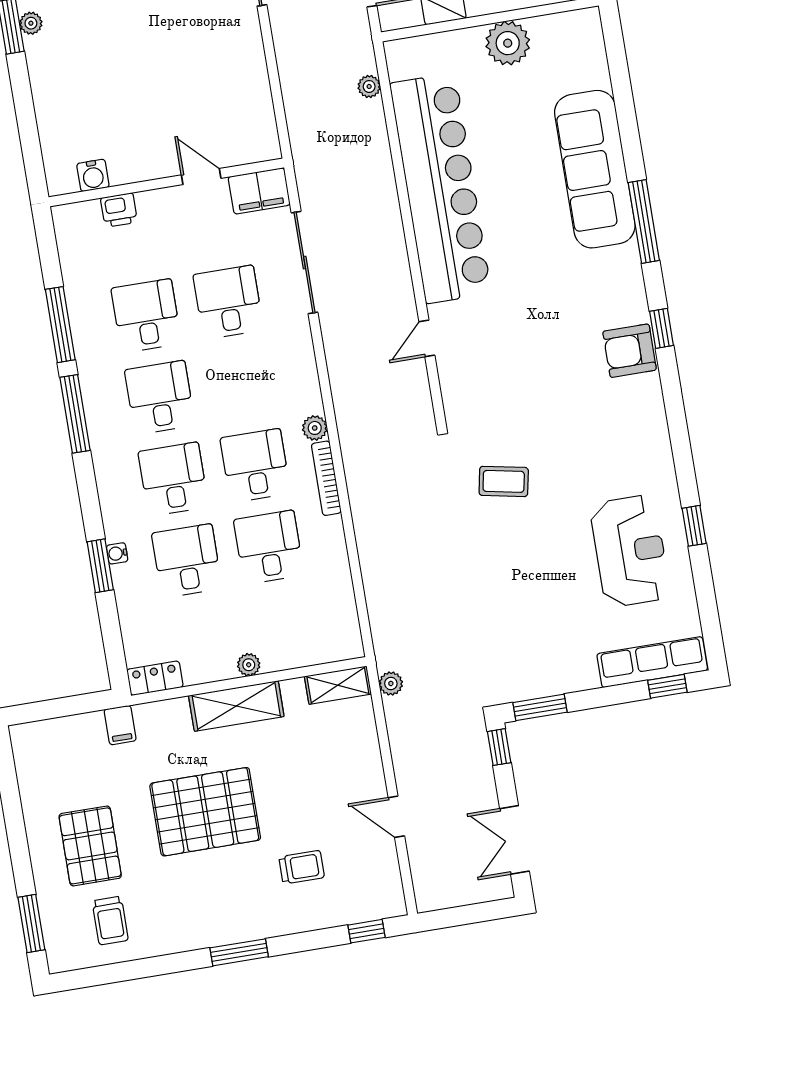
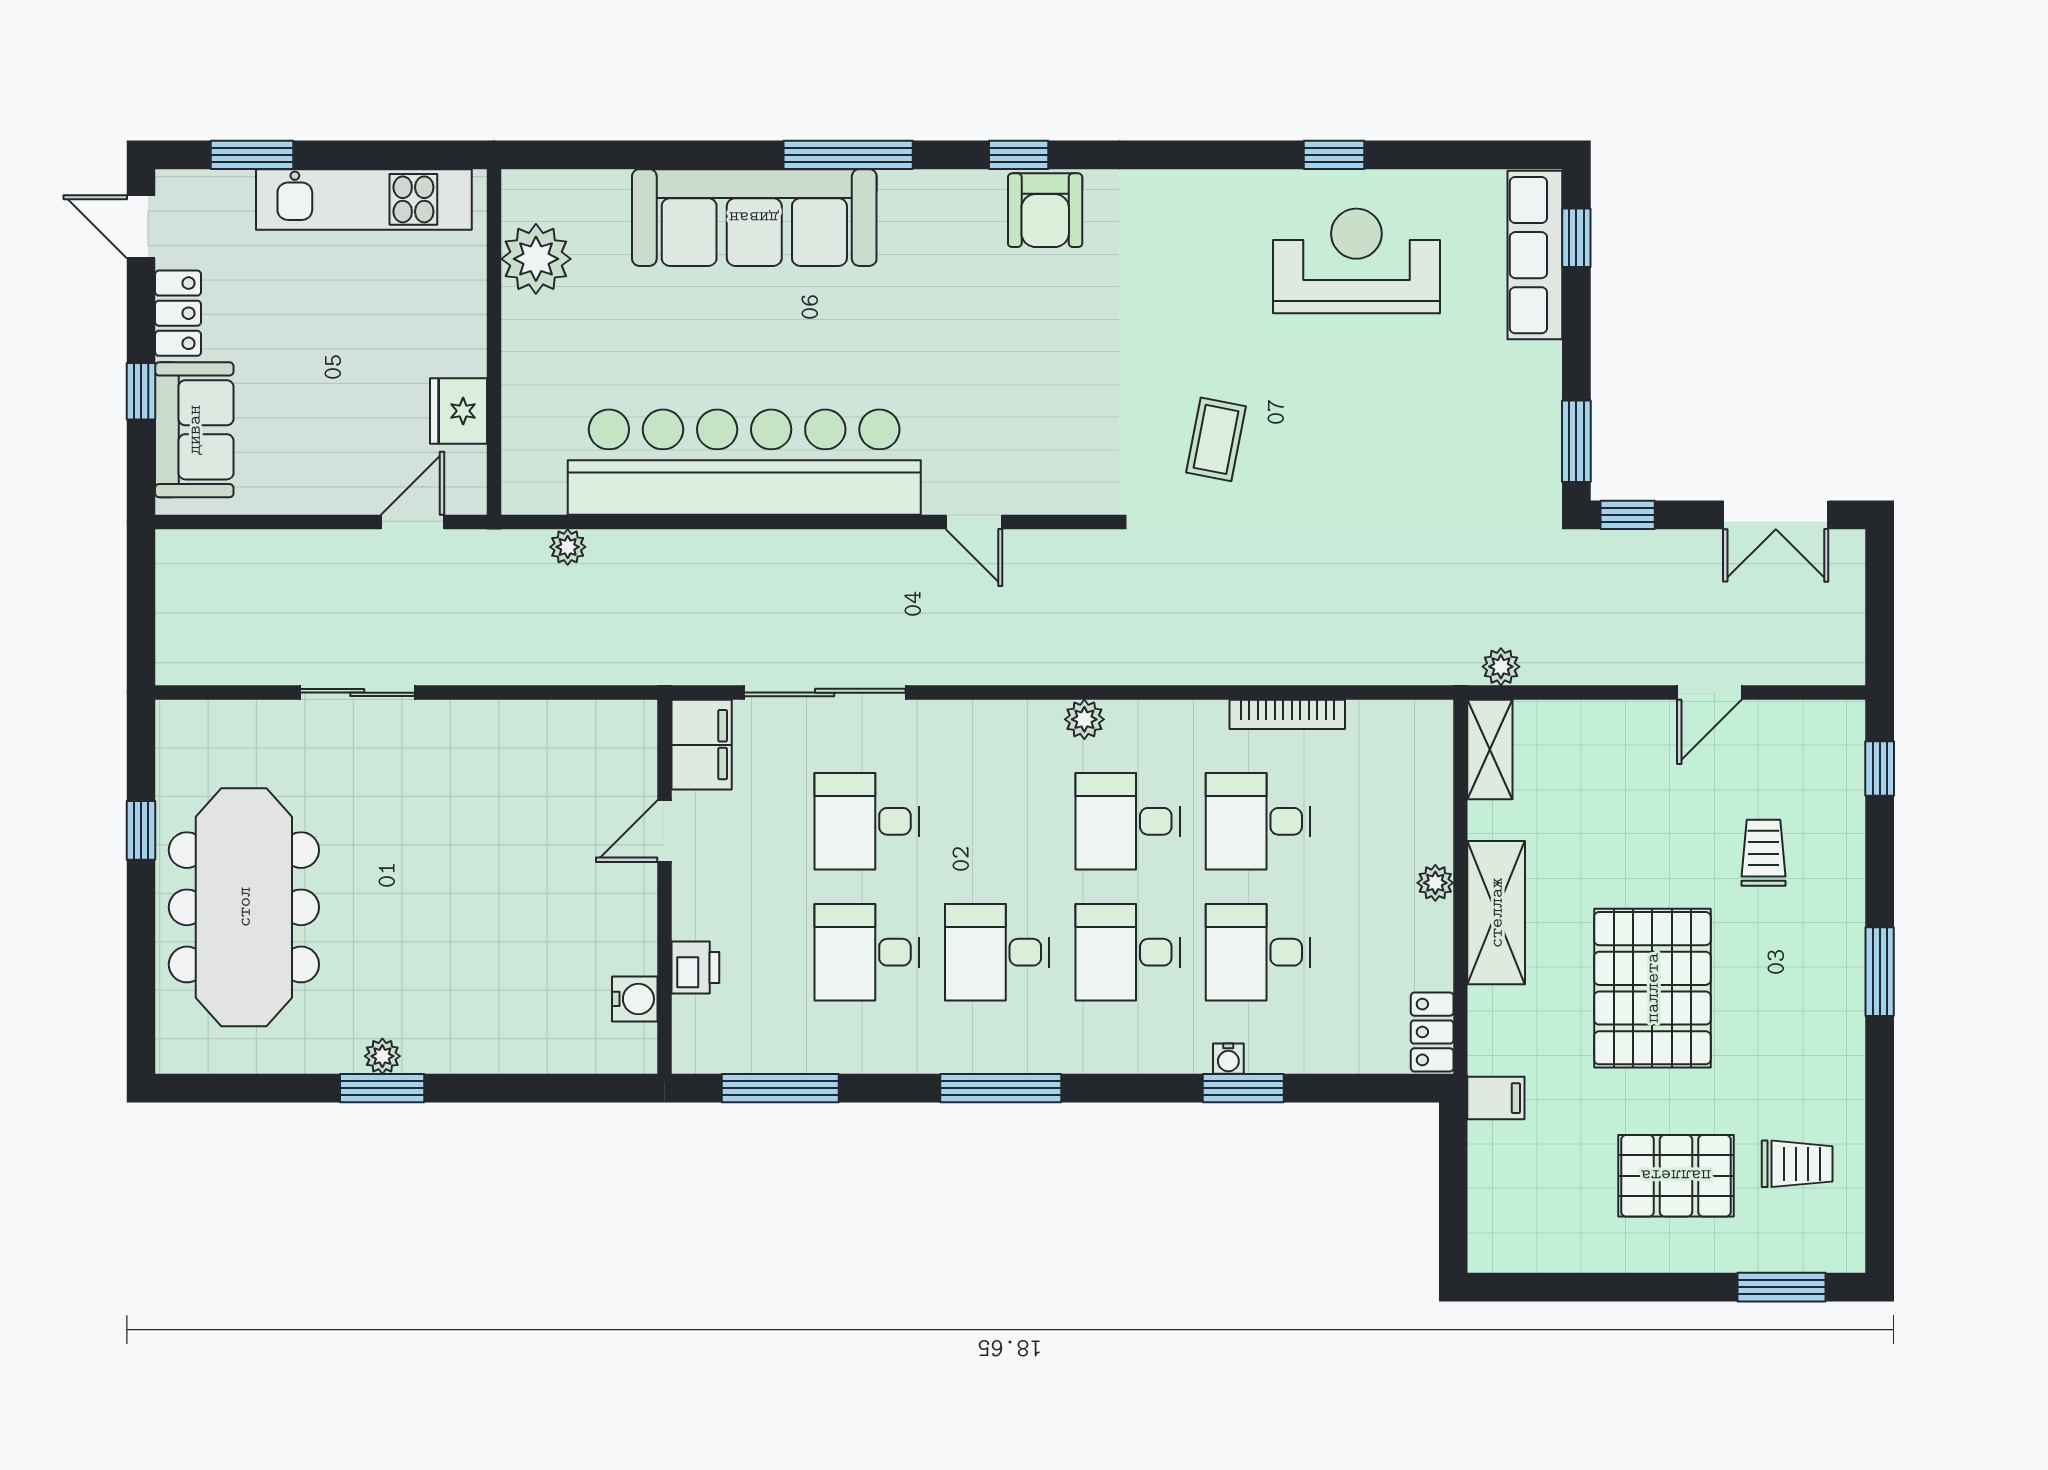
plant: (508, 43) -> (536, 259), moved
window: (60, 325) -> (780, 1088), moved
bookcase: (326, 478) -> (1287, 714), moved

